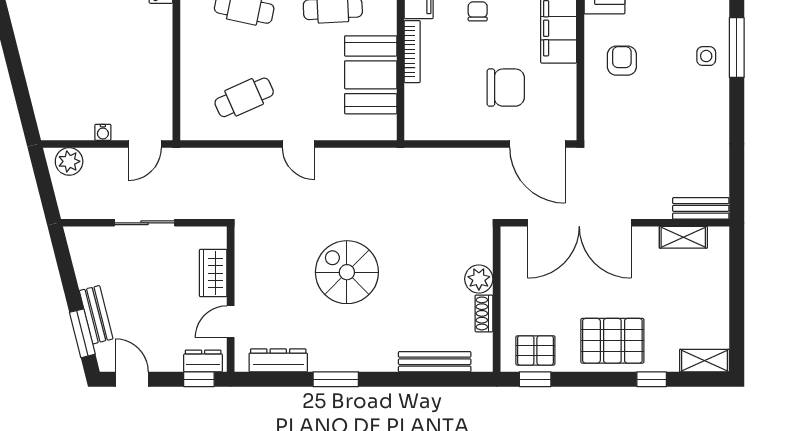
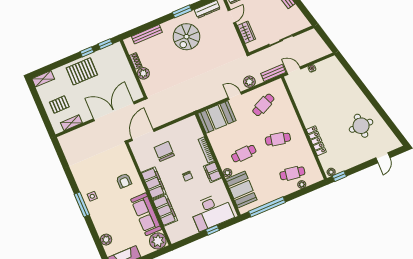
booth: (371, 75) -> (217, 117), moved, turned 90
chair: (506, 88) -> (164, 151), turned 90
door: (145, 144) -> (294, 71), hinge flipped
door: (538, 144) -> (143, 135), hinge flipped
plant: (69, 161) -> (249, 82), moved
bench: (701, 208) -> (273, 73), moved
spiral stairs: (347, 272) -> (186, 37), moved, turned 90
pallet: (535, 350) -> (59, 105), moved
window: (652, 379) -> (87, 52), moved

